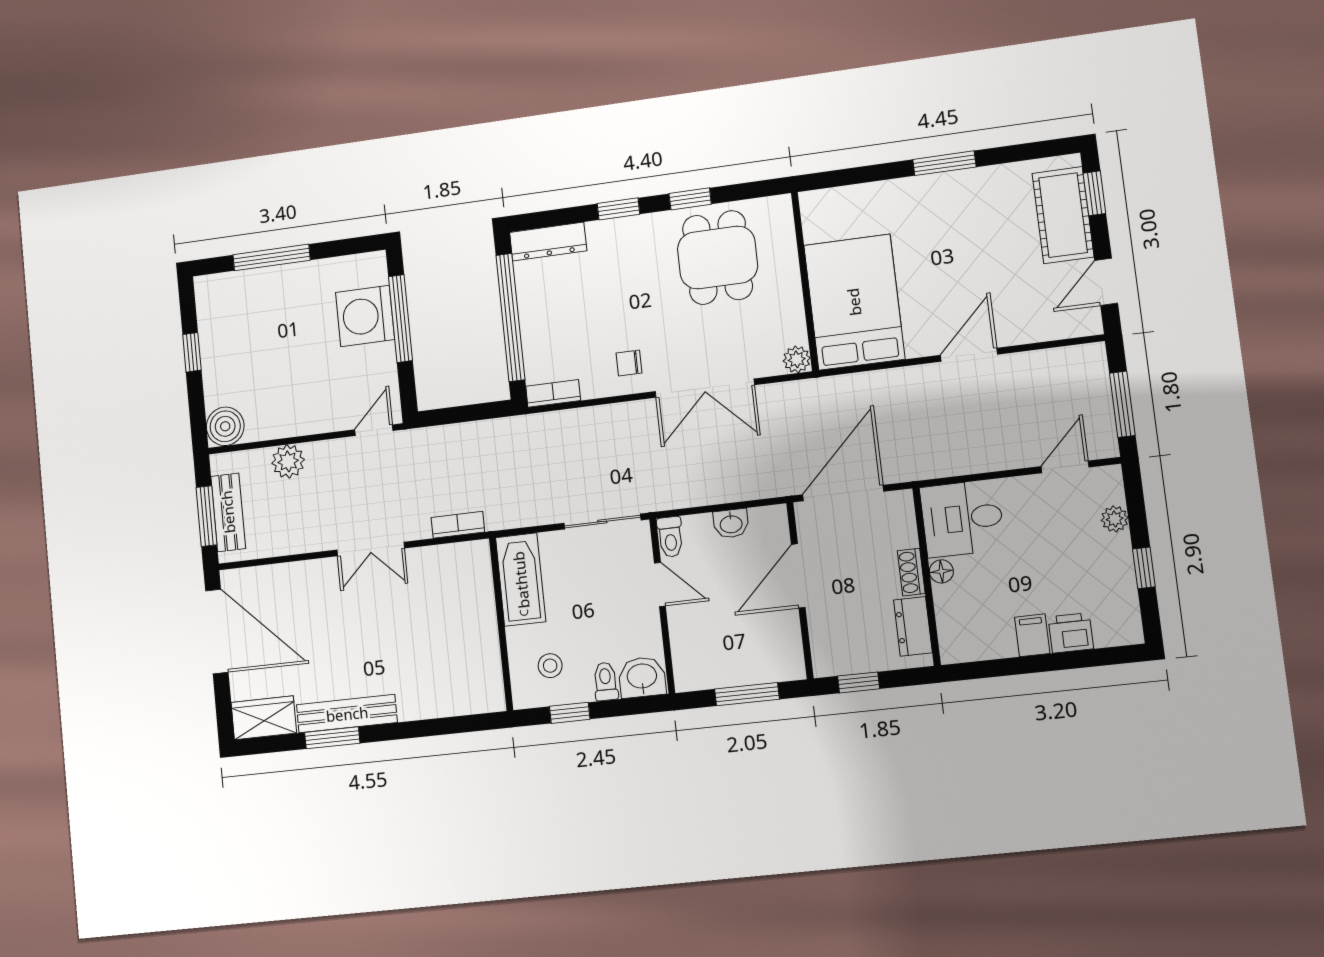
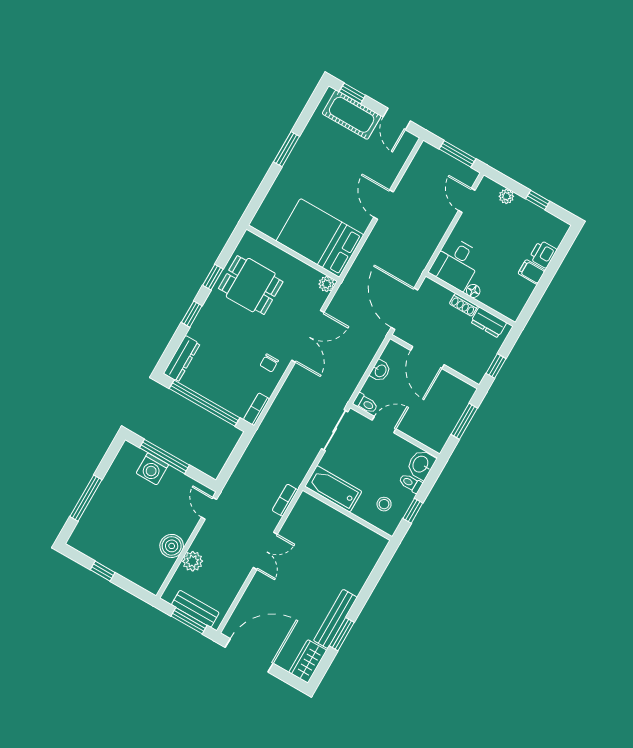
washing machine: (365, 316) -> (152, 469), width x0.73, depth x0.73
boiler: (225, 426) -> (172, 546), moved

